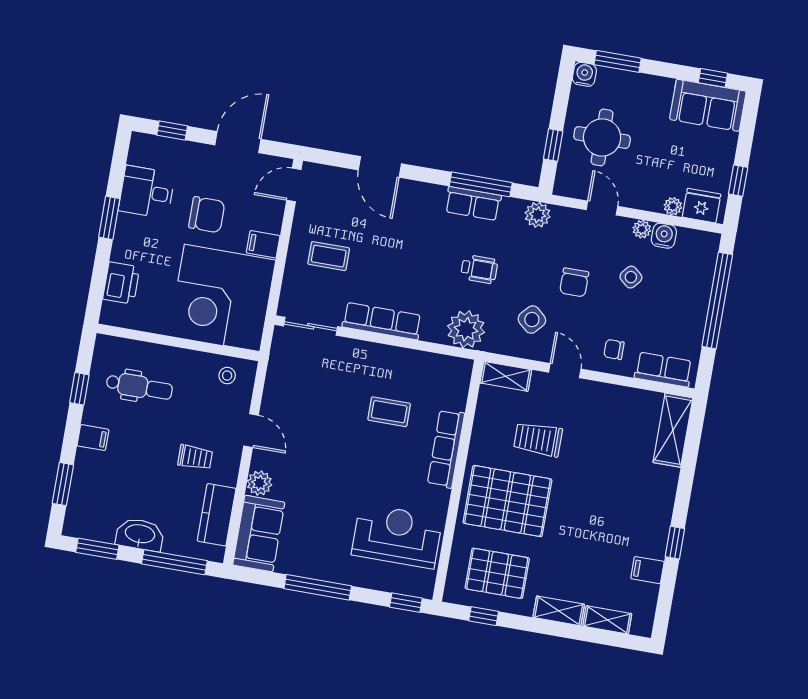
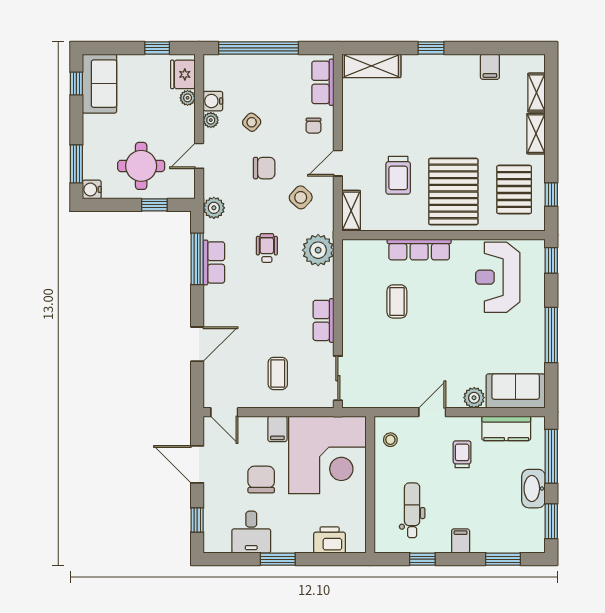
row of seats: (382, 321) -> (323, 320), width x0.68
window: (675, 543) -> (431, 48), moved

